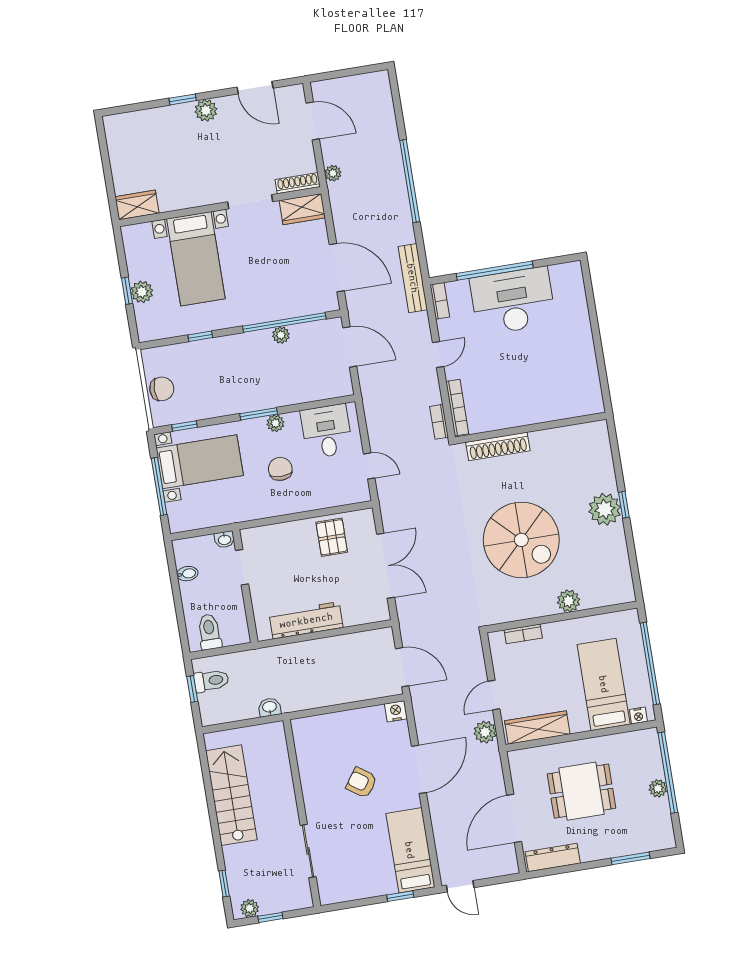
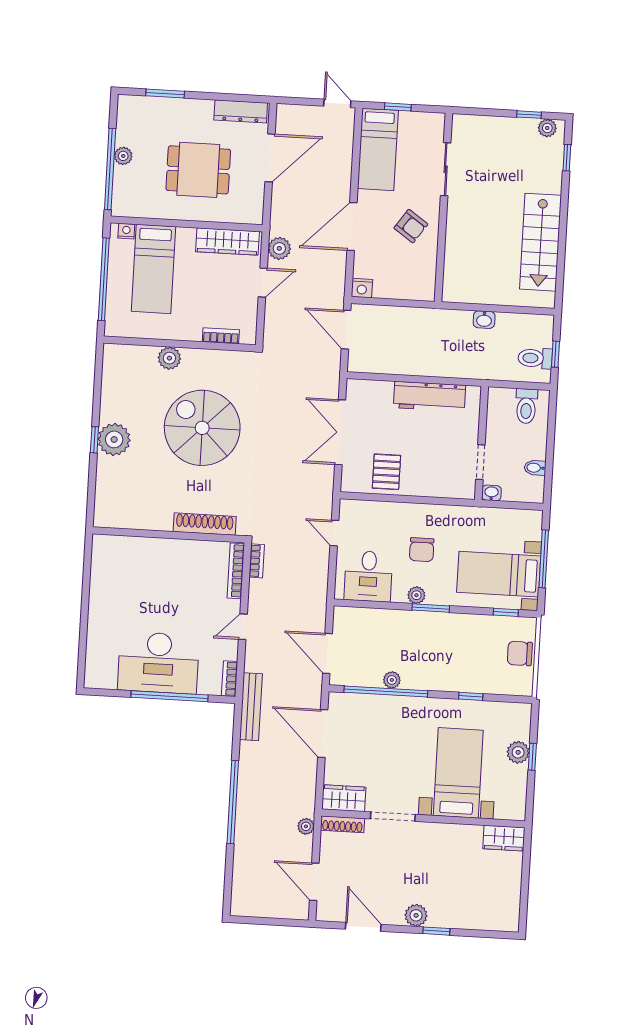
wall: (302, 813) -> (443, 207), moved
sliding door: (308, 851) -> (446, 169), moved

